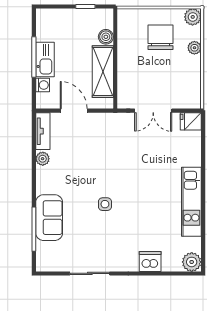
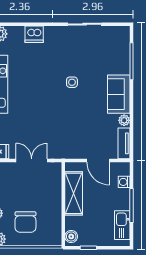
boiler: (106, 37) -> (71, 236), moved
kitchen sink: (45, 60) -> (122, 225), moved
sofa: (49, 218) -> (119, 94), moved

